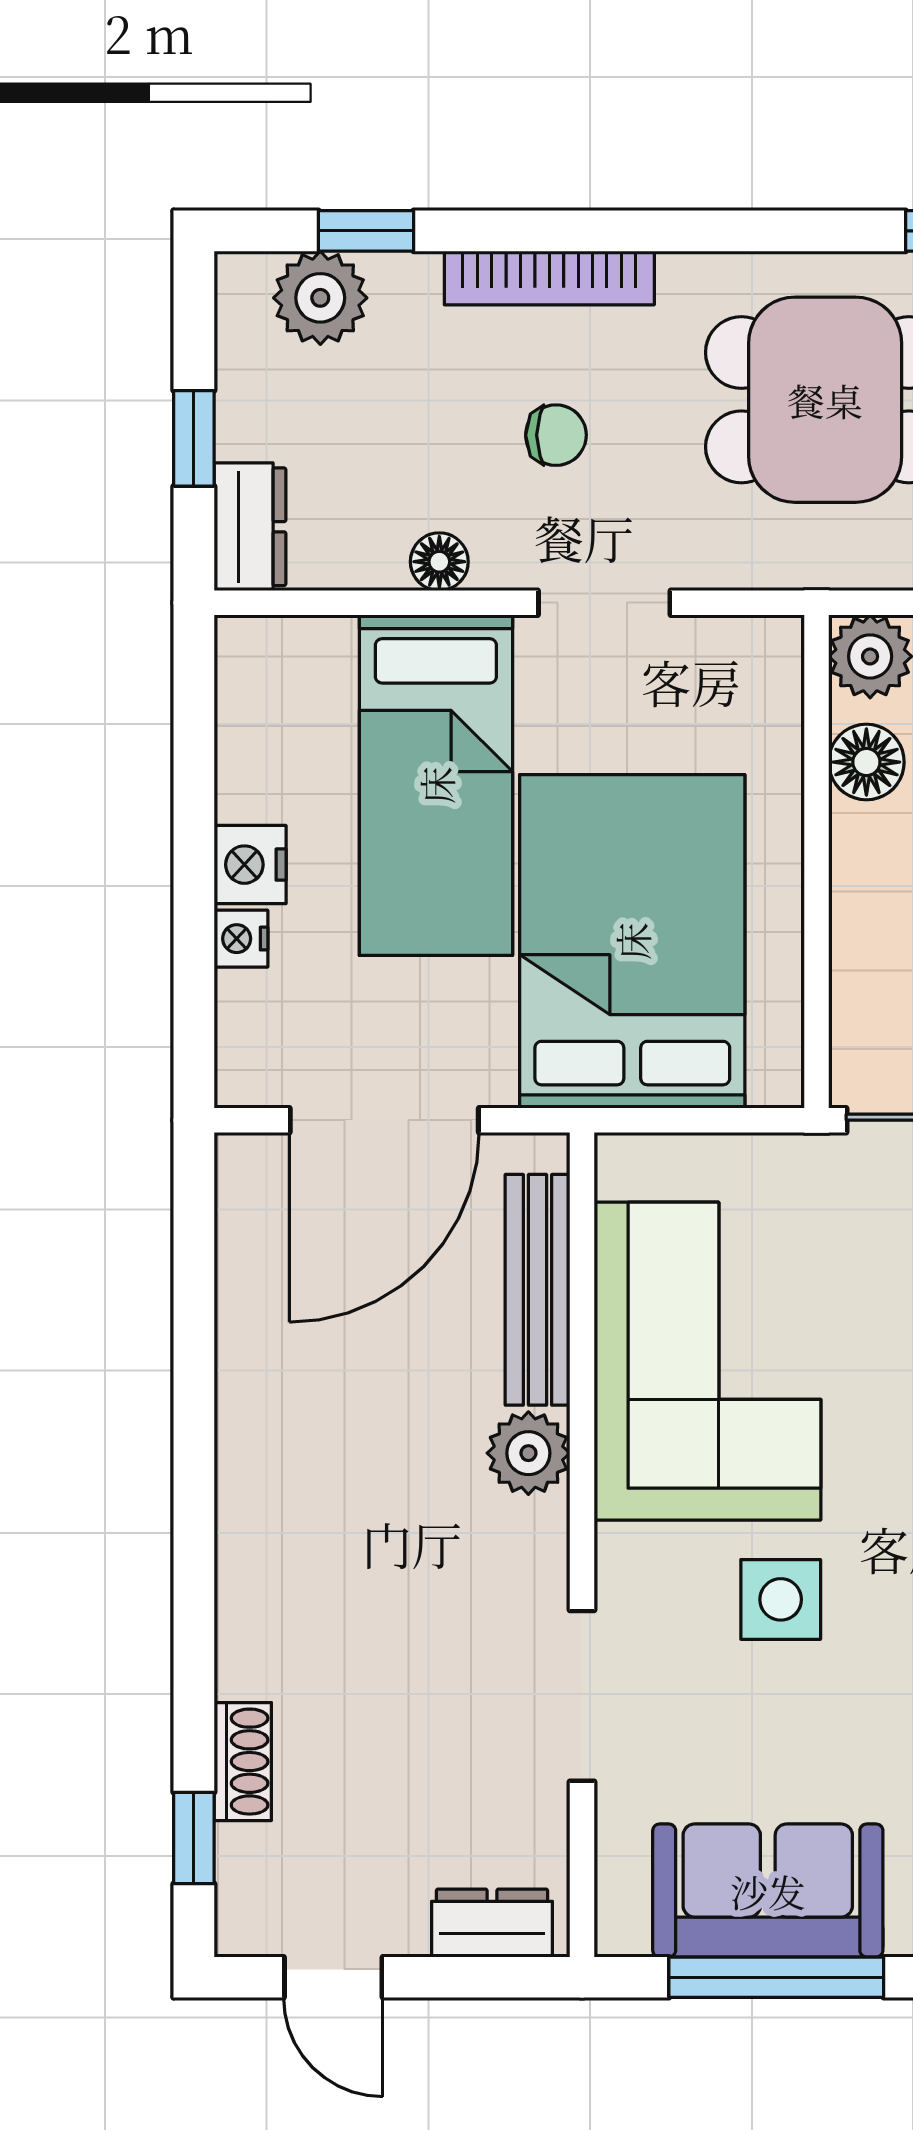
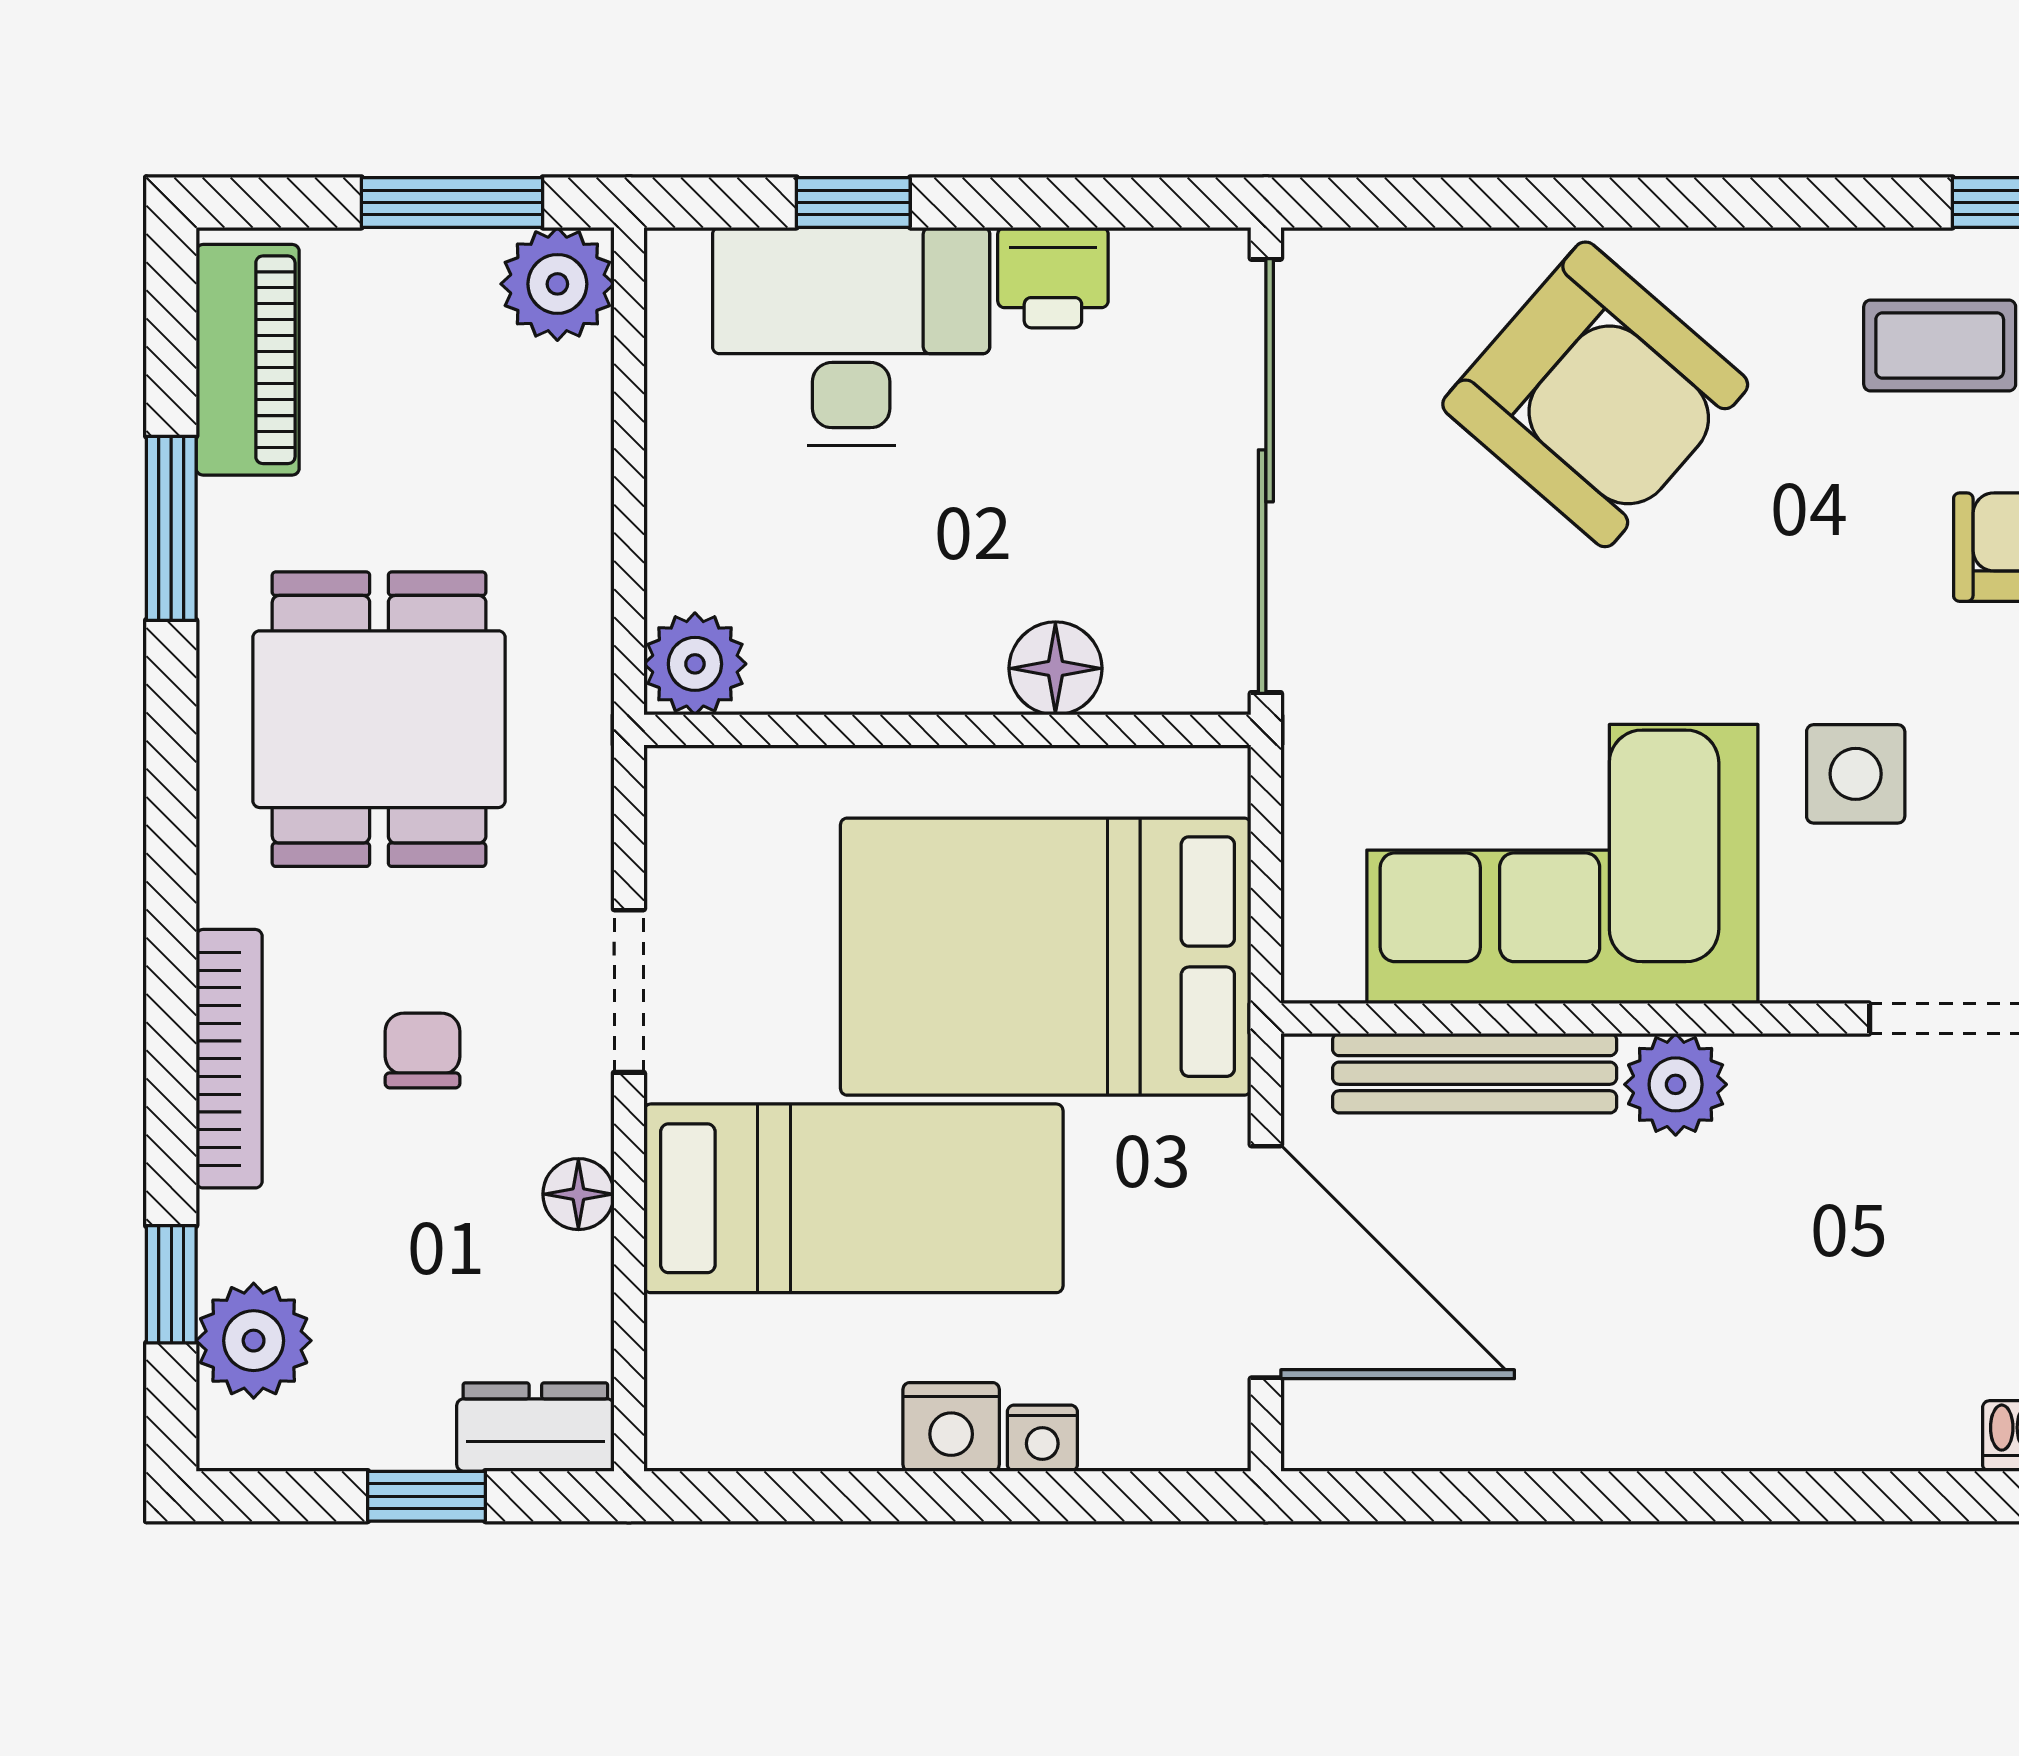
floor lamp: (866, 762) -> (1055, 668), moved

